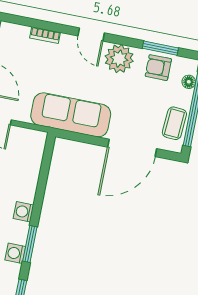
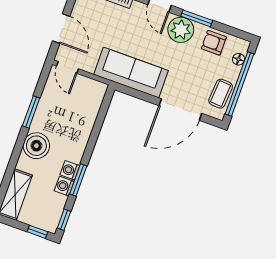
window: (160, 48) -> (197, 18), moved
washing machine: (23, 212) -> (70, 170), moved

